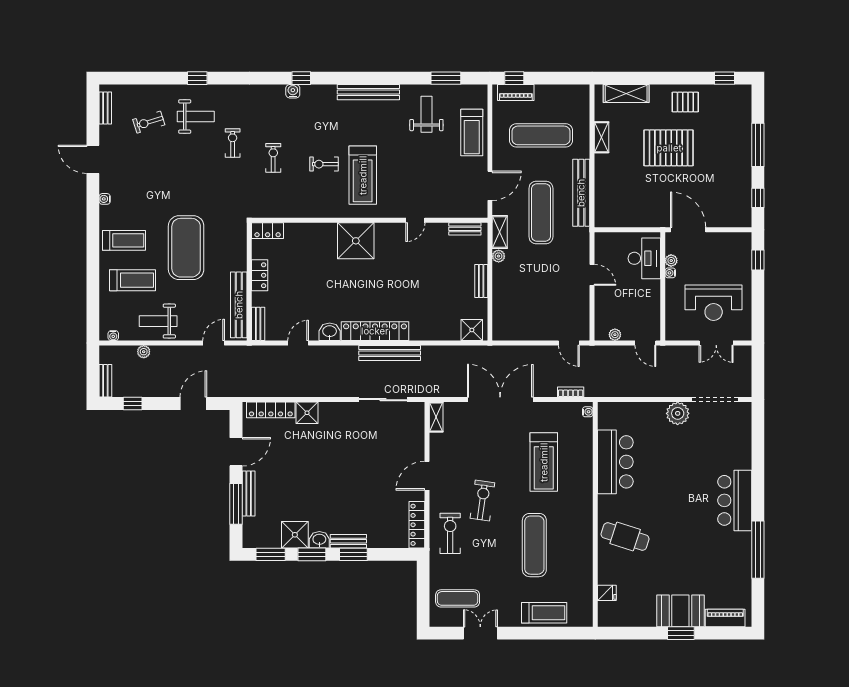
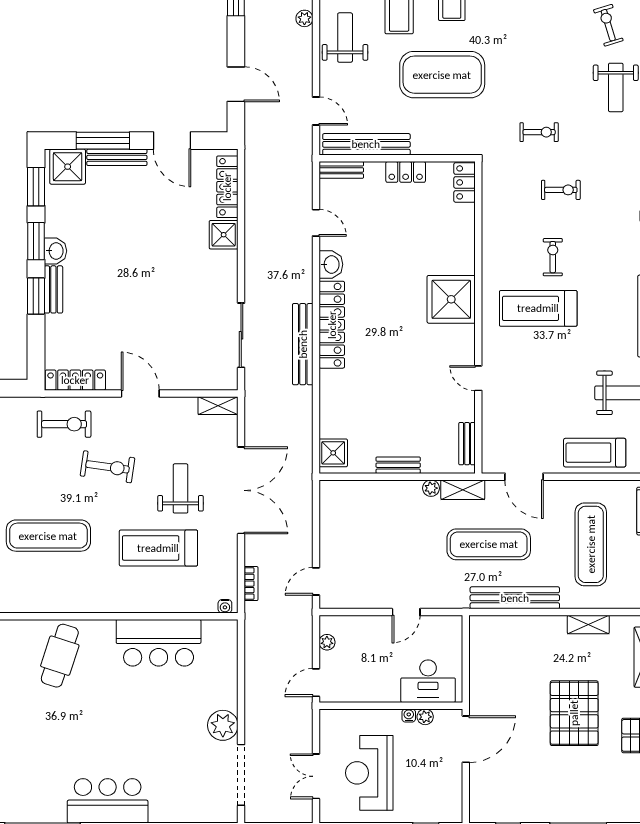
exercise bike: (233, 143) -> (539, 132), moved
weight bench: (499, 445) -> (180, 488), added
shower: (295, 535) -> (68, 167), moved

